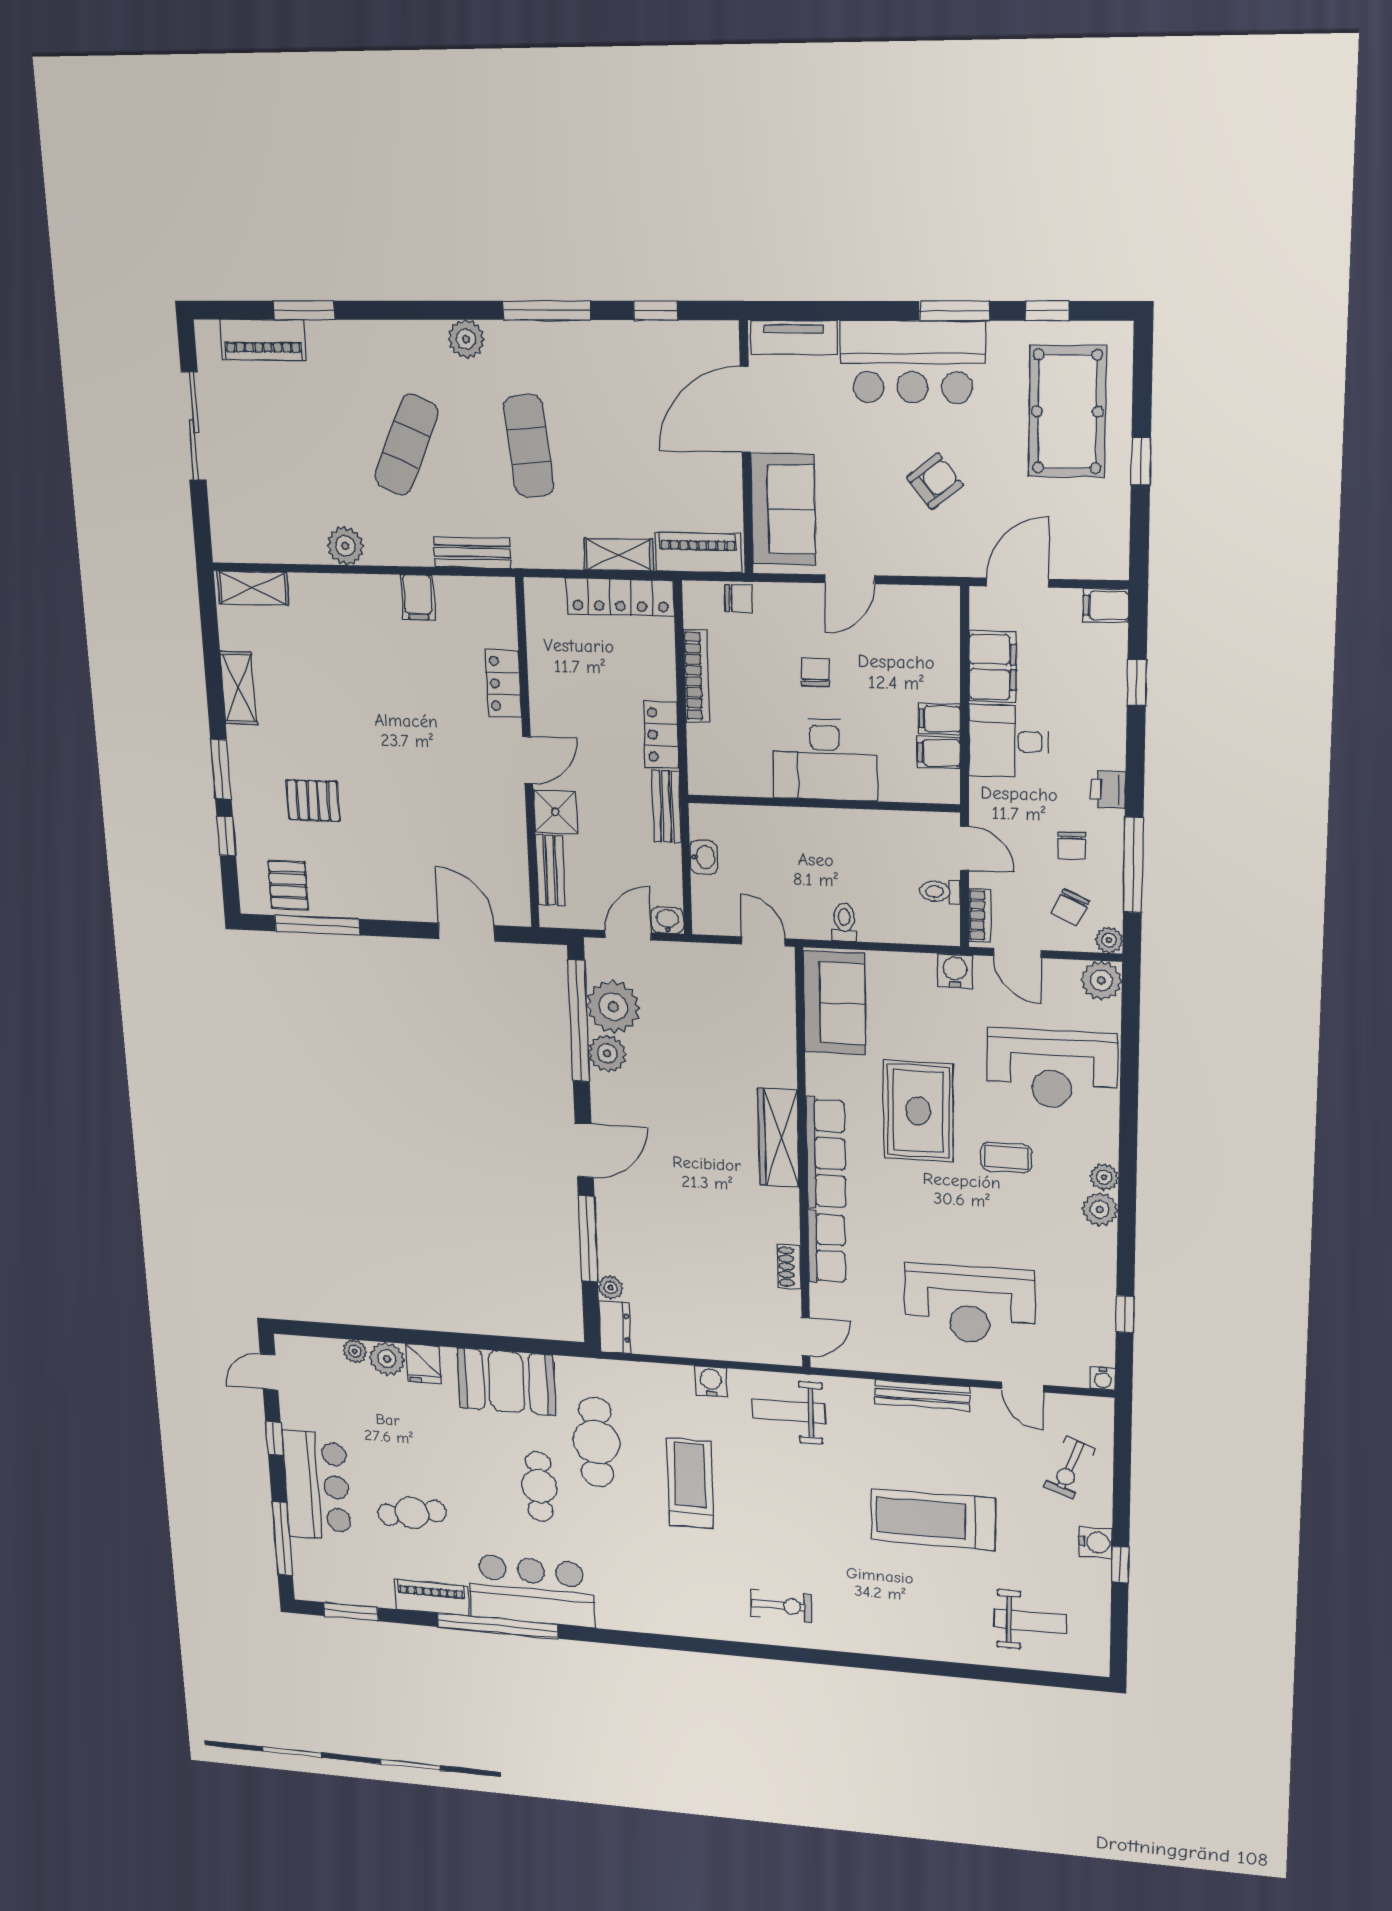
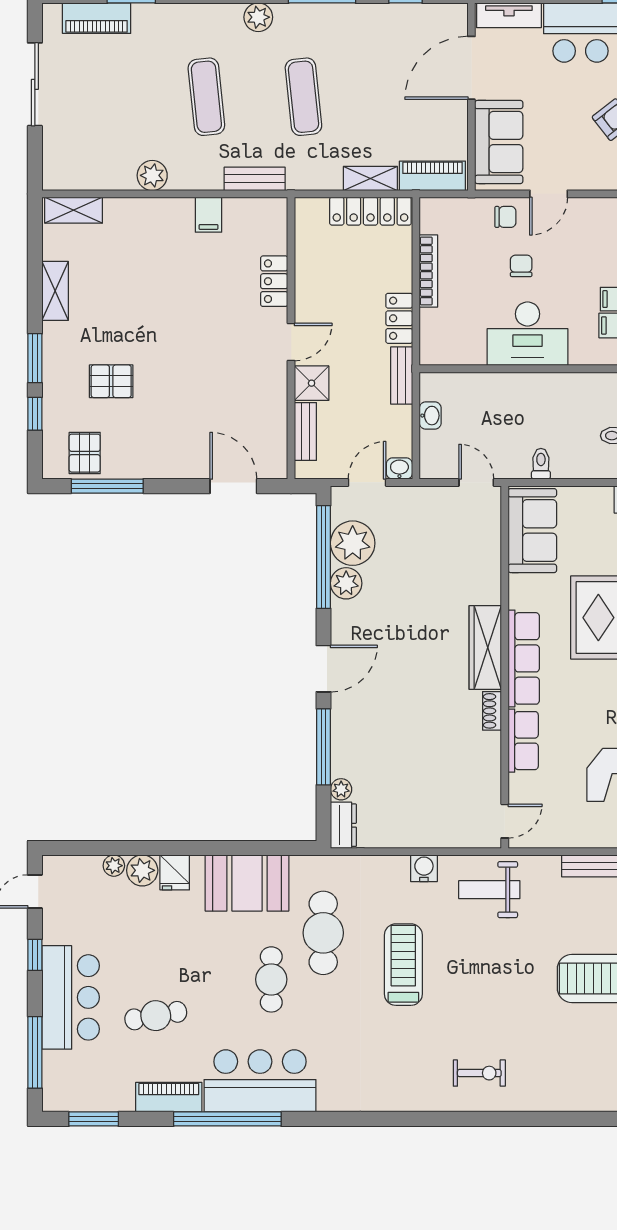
exercise mat: (406, 445) -> (206, 97), turned -30
chair: (739, 598) -> (505, 217), moved
shoe rack: (789, 1267) -> (492, 711), moved

